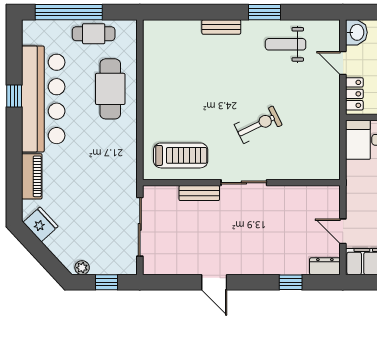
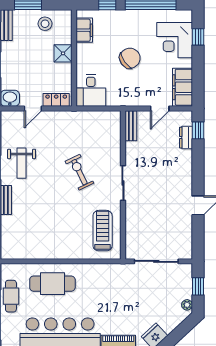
weight bench: (286, 44) -> (22, 163), moved
bench: (199, 193) -> (131, 126), moved
dresser: (325, 266) -> (186, 138), moved
window: (291, 282) -> (198, 130), moved

